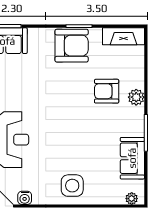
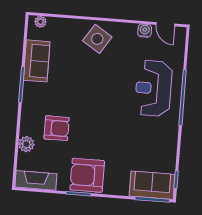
plant: (136, 97) -> (26, 144), moved
side table: (72, 186) -> (97, 39), turned 33

